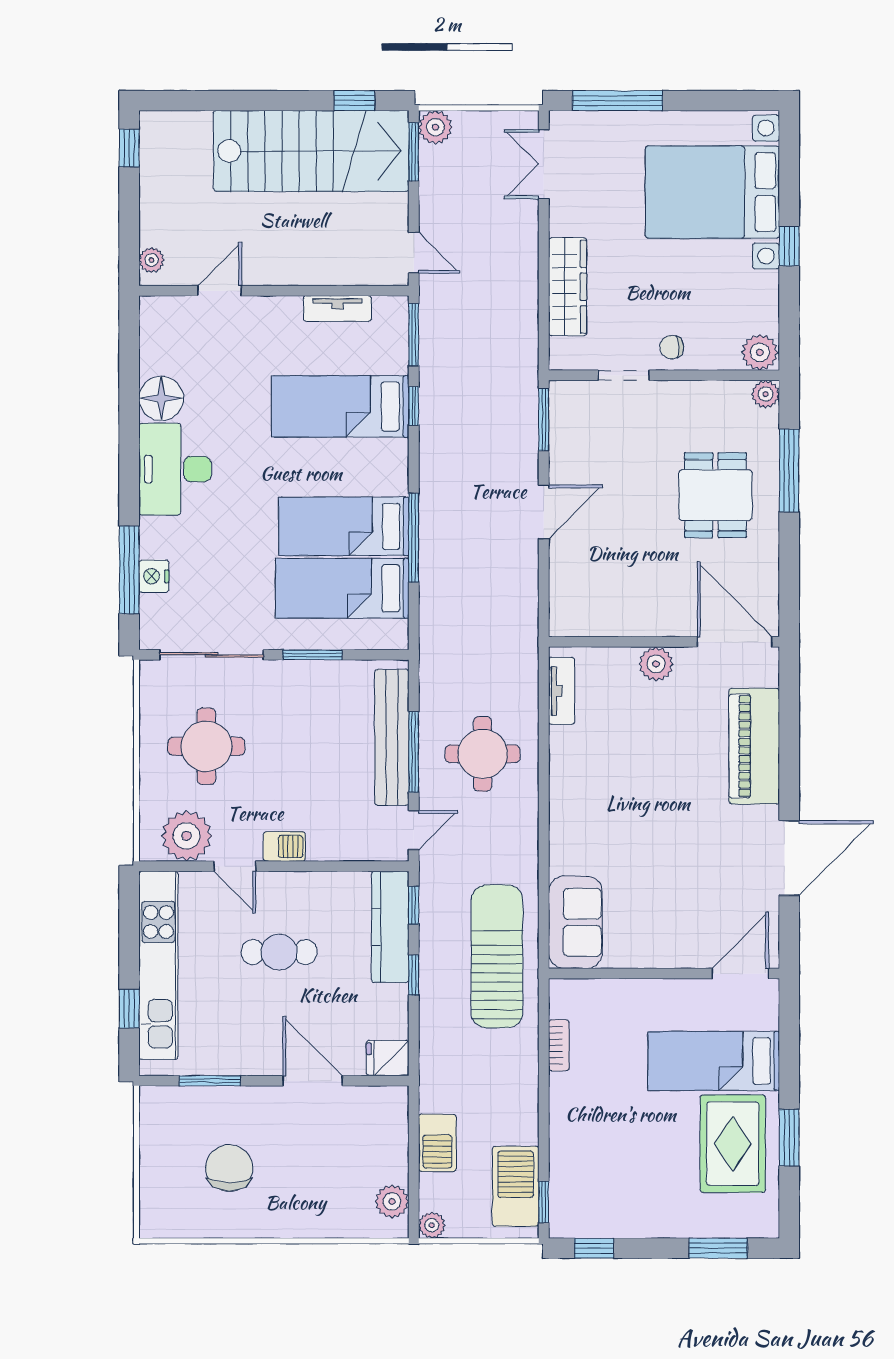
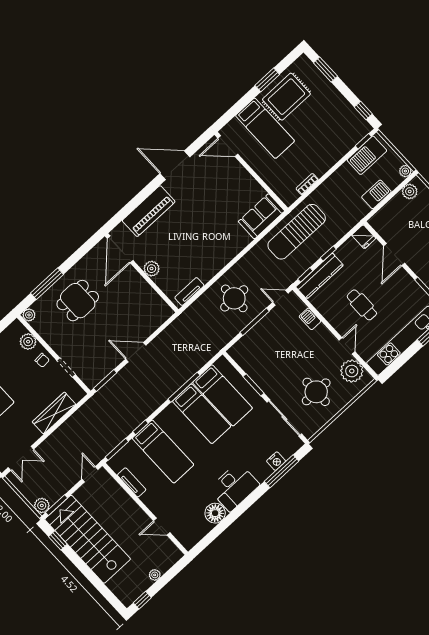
plant: (152, 260) -> (155, 575), moved
plant: (760, 352) -> (28, 342), moved
bench: (392, 737) -> (256, 333), removed
barbecue: (284, 846) -> (310, 319), moved

